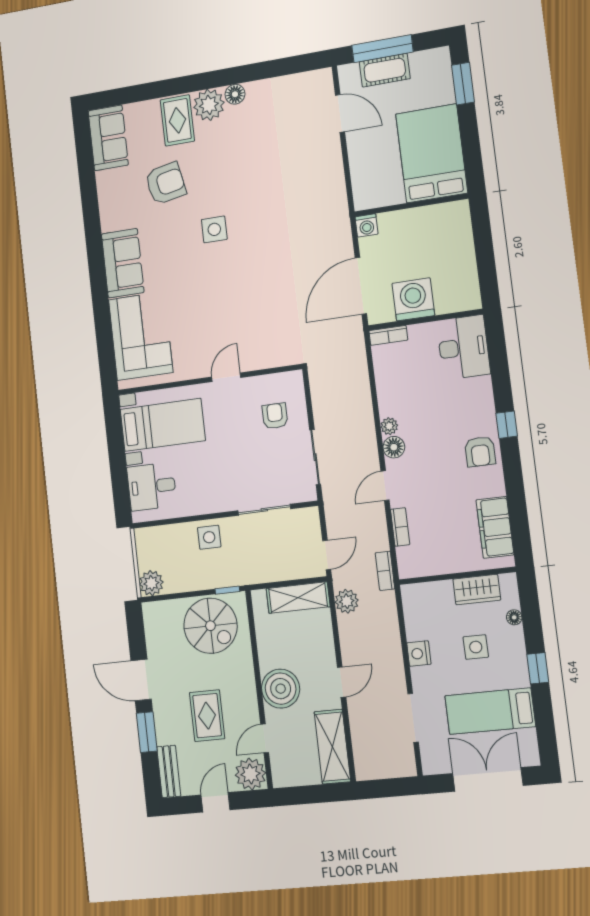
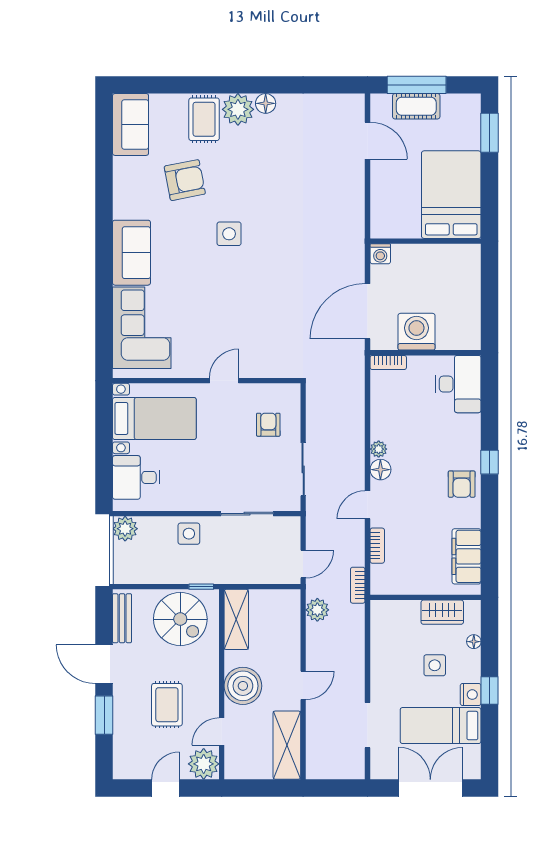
plant: (151, 583) -> (125, 529), moved
shelving: (298, 598) -> (236, 619), moved, turned 90
nightstand: (419, 654) -> (471, 695), moved, turned 180
bench: (169, 771) -> (122, 618), moved

